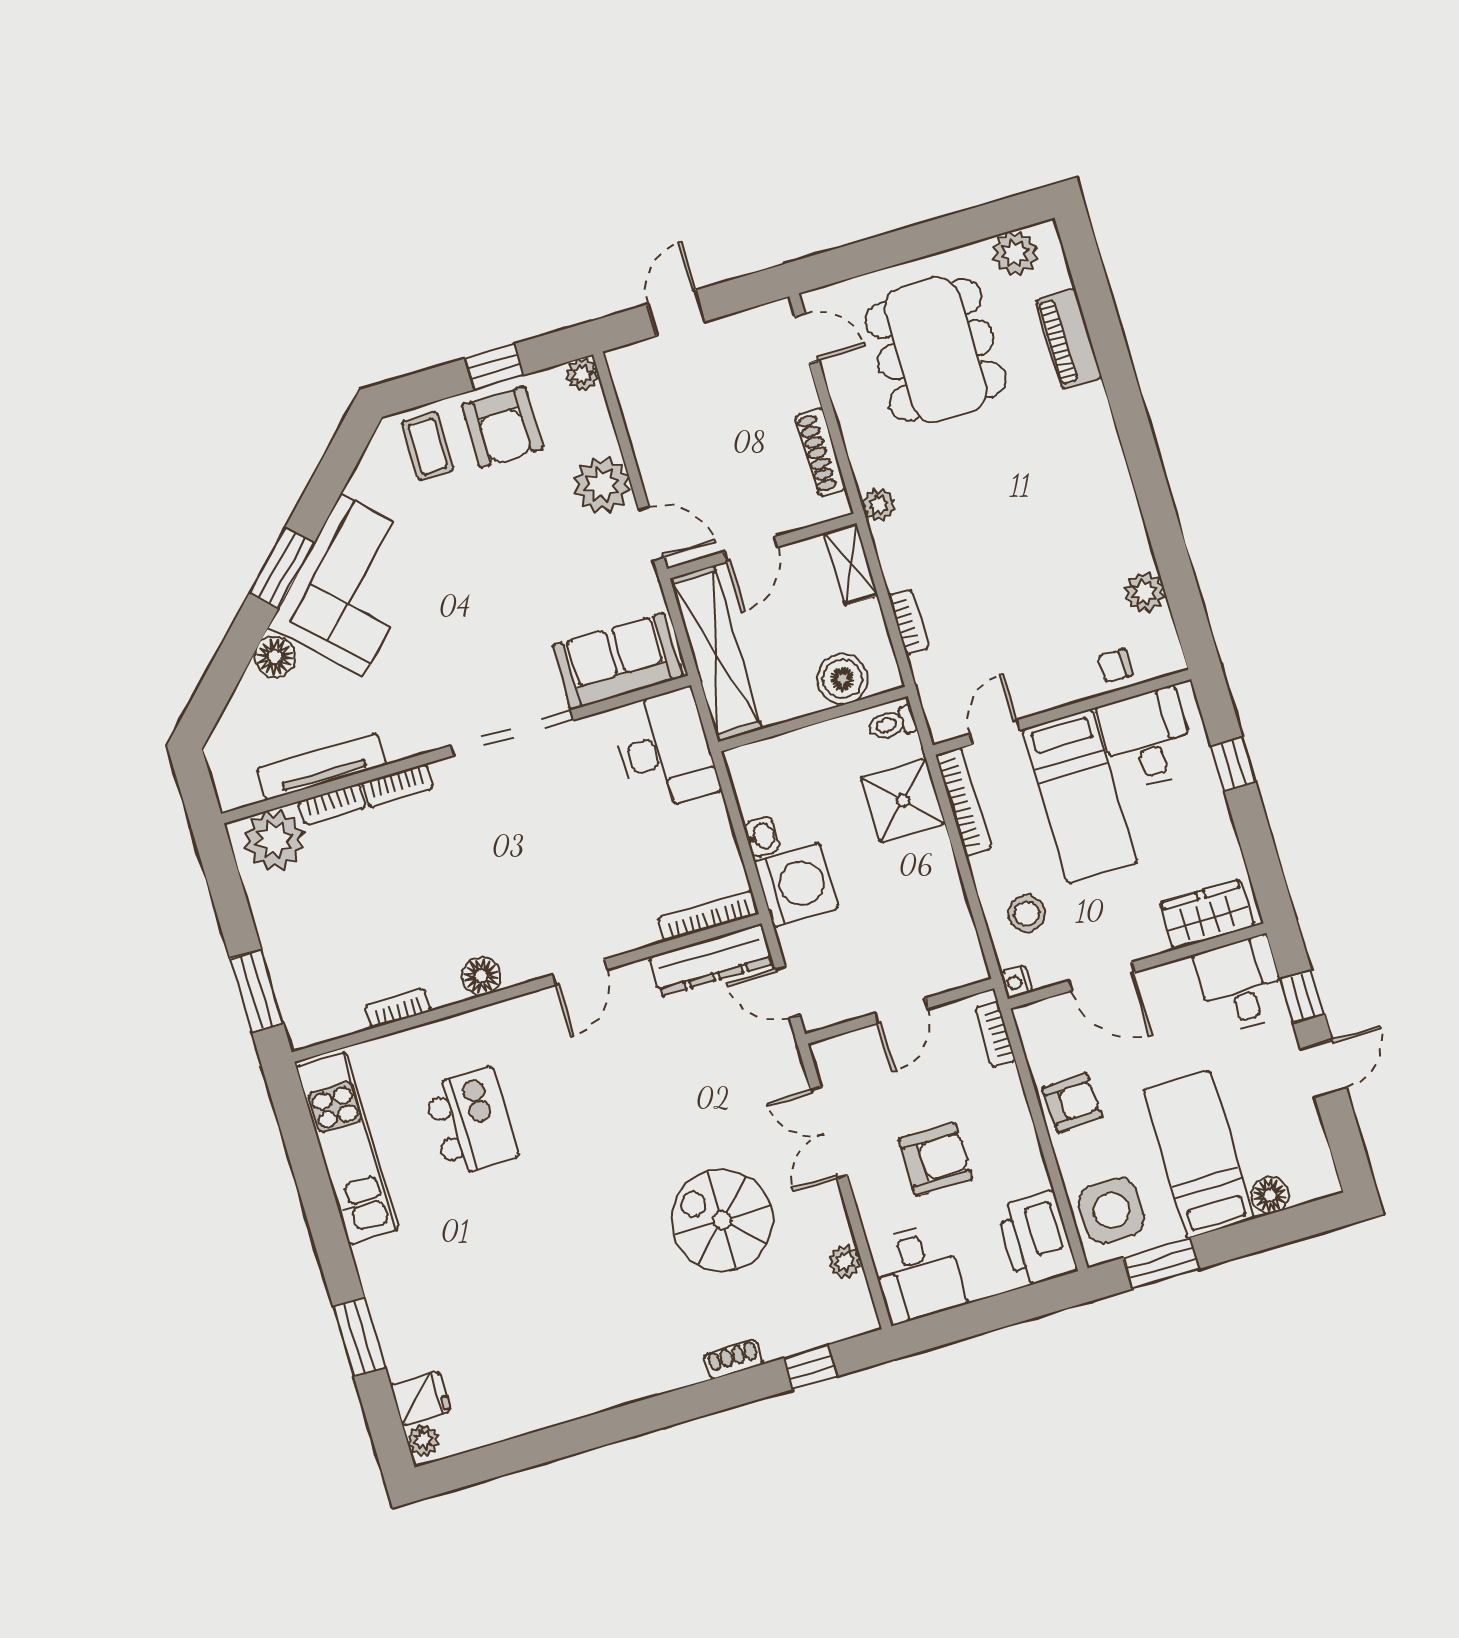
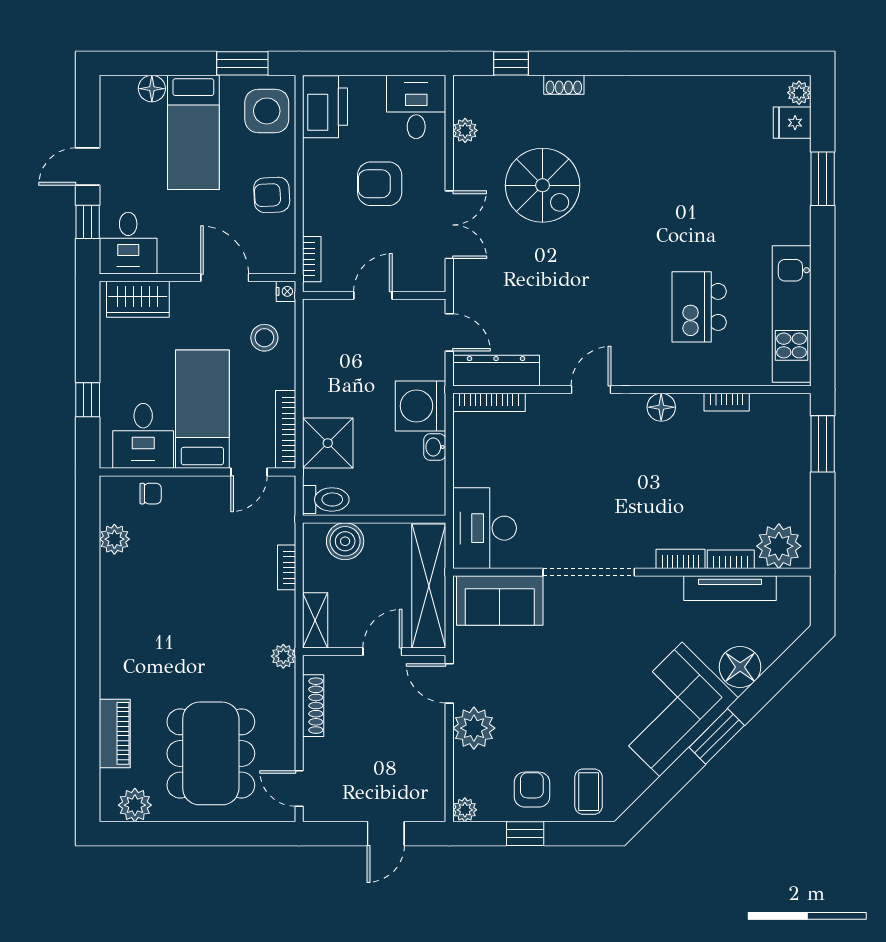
armchair: (502, 427) -> (532, 790), width x0.72, depth x0.72
floor lamp: (275, 657) -> (740, 667), width x1.38, depth x1.38
toilet: (892, 724) -> (326, 499), width x1.37, depth x1.39

